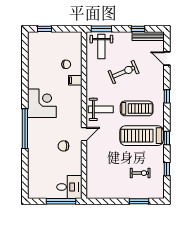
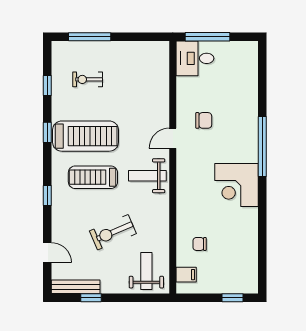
window: (101, 29) -> (146, 298), removed
filing cabinet: (75, 80) -> (186, 275), moved
window: (139, 201) -> (90, 37), width x1.44

